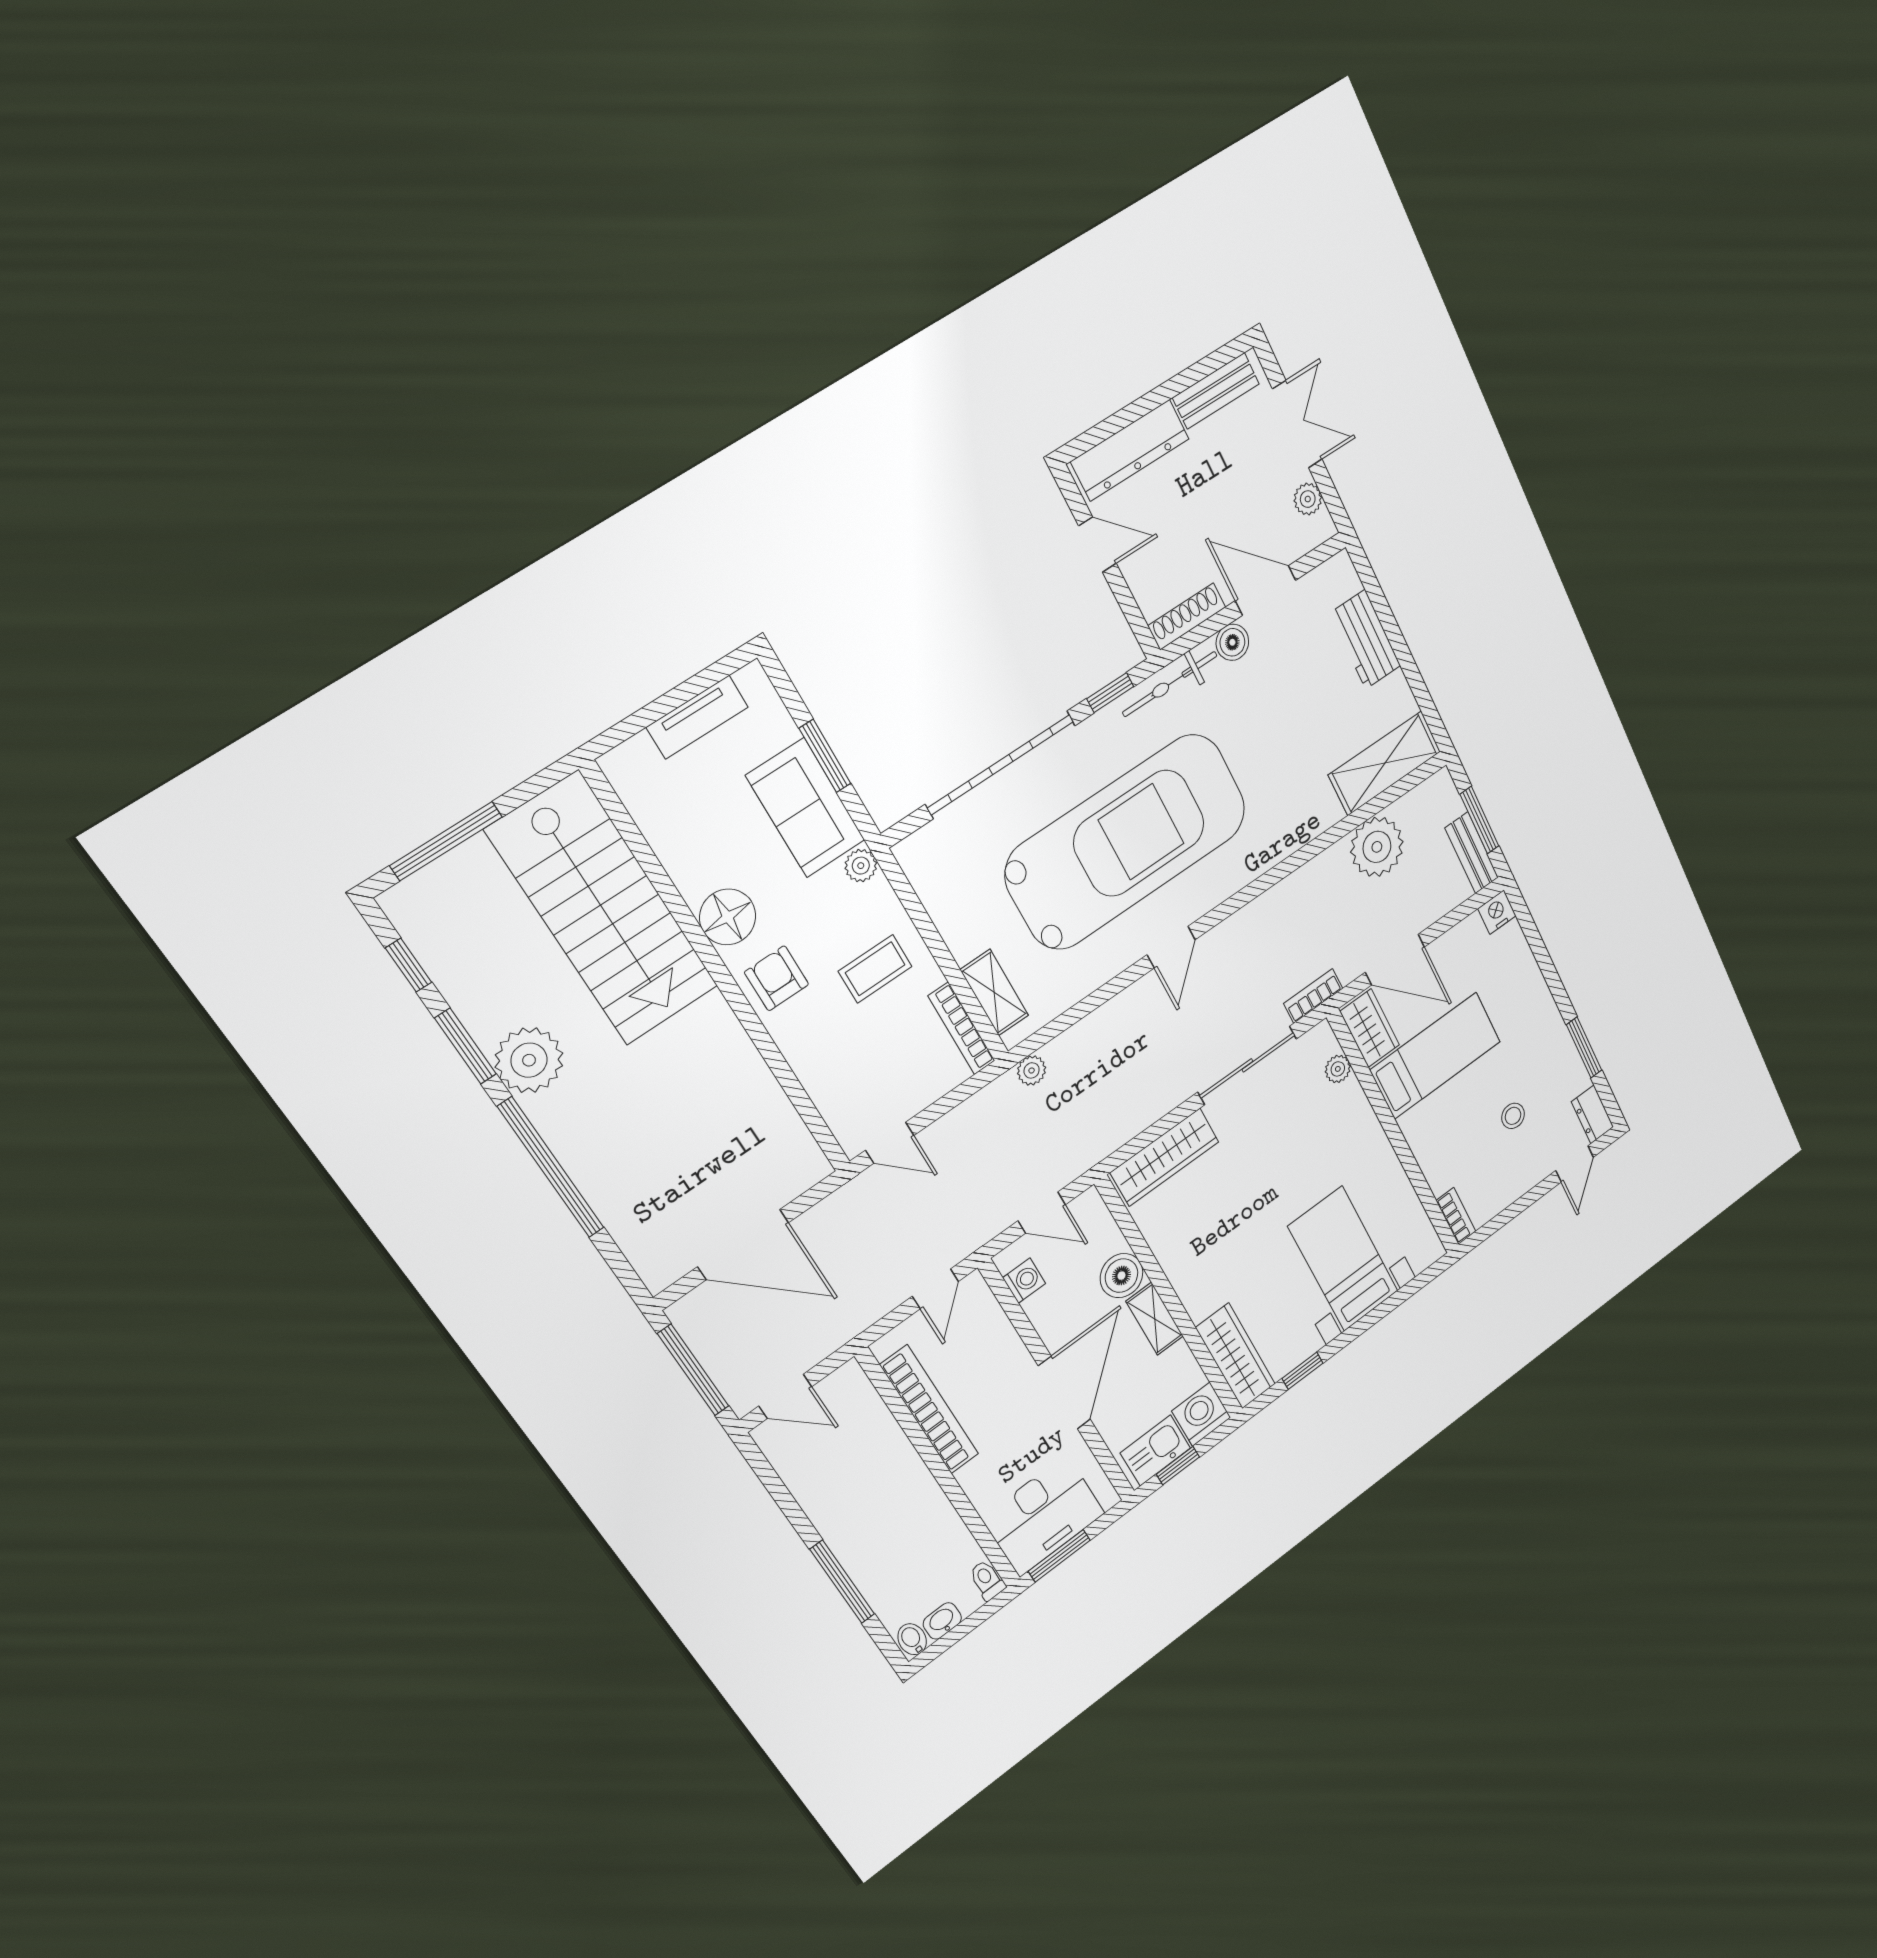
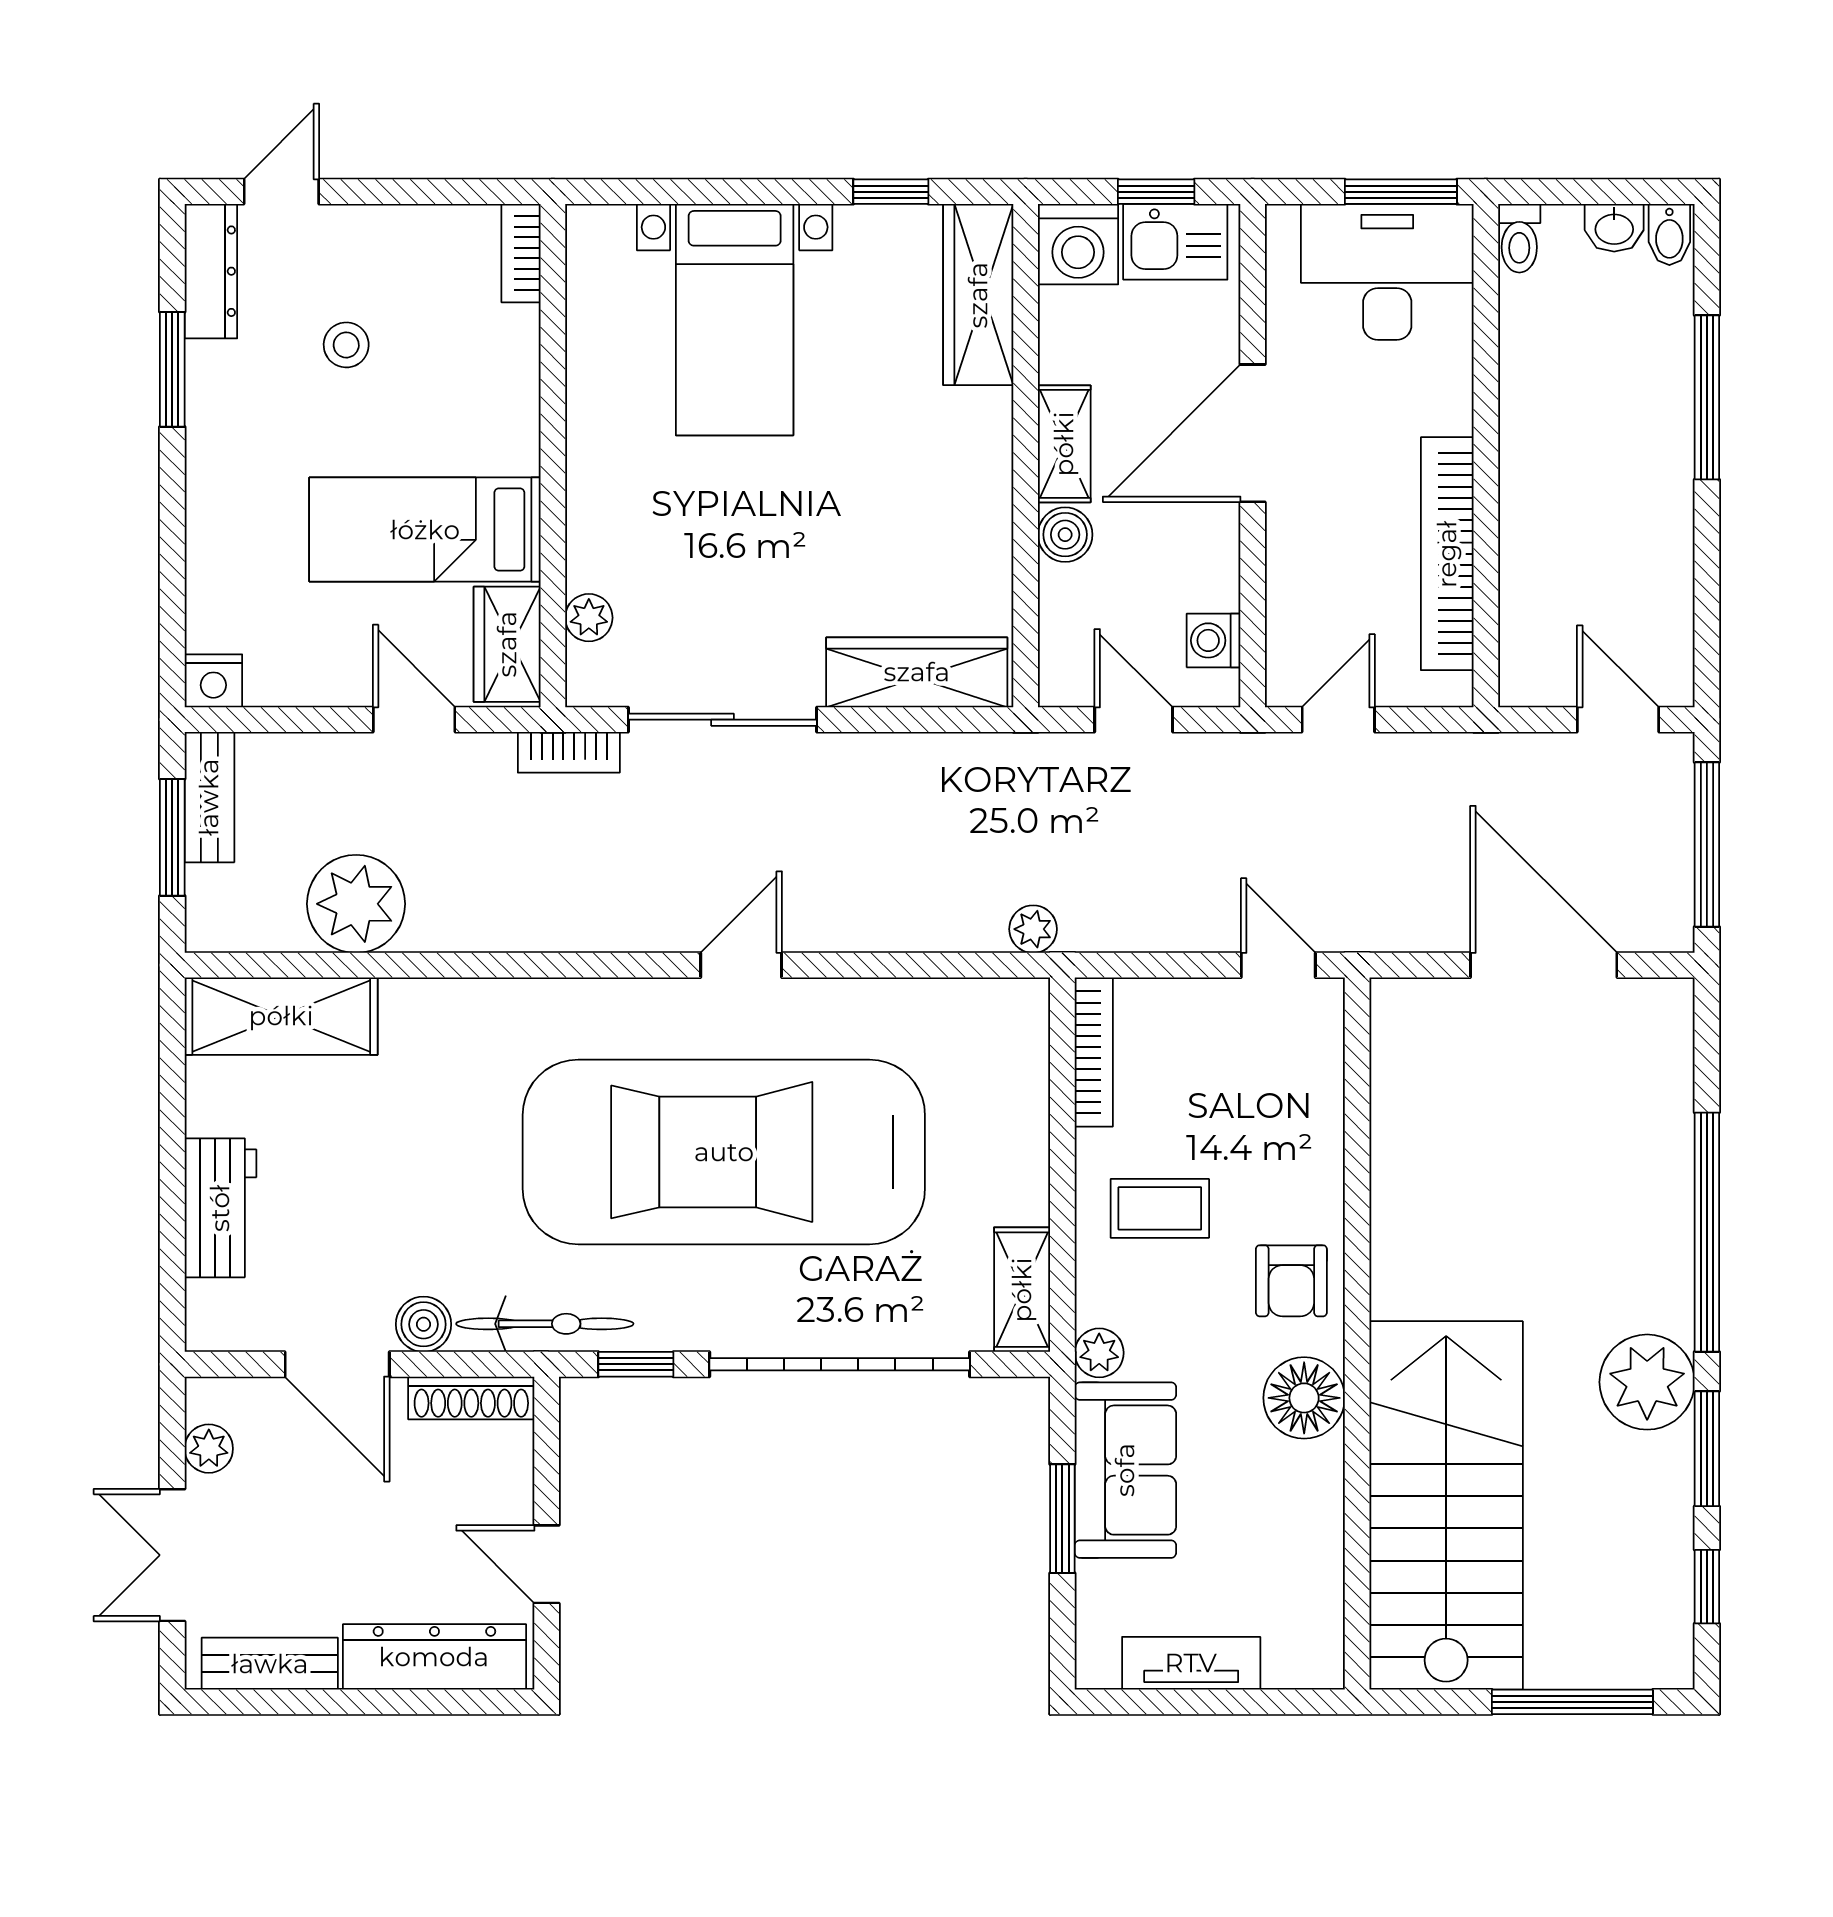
door: (1395, 960) -> (414, 720), width x0.73
shelving: (994, 993) -> (1022, 1290), moved
dresser: (1592, 1114) -> (211, 271), width x1.44
boiler: (1122, 1276) -> (1065, 535), width x0.73, depth x0.73

